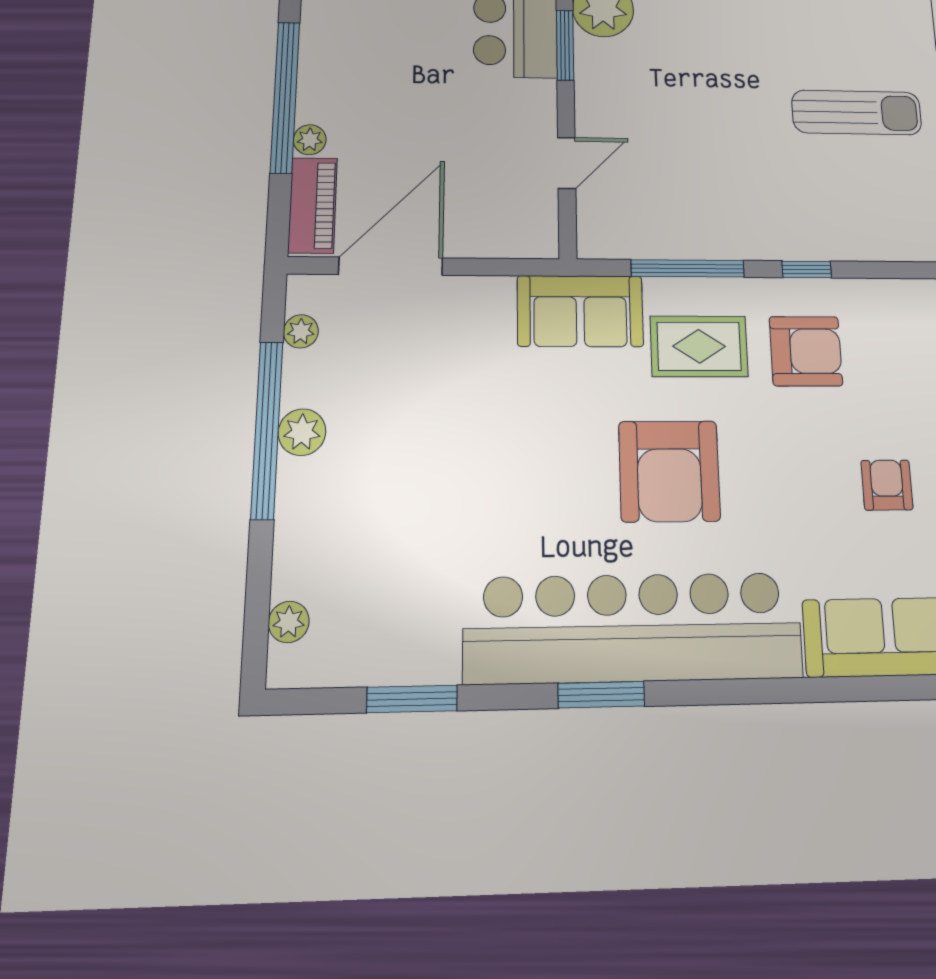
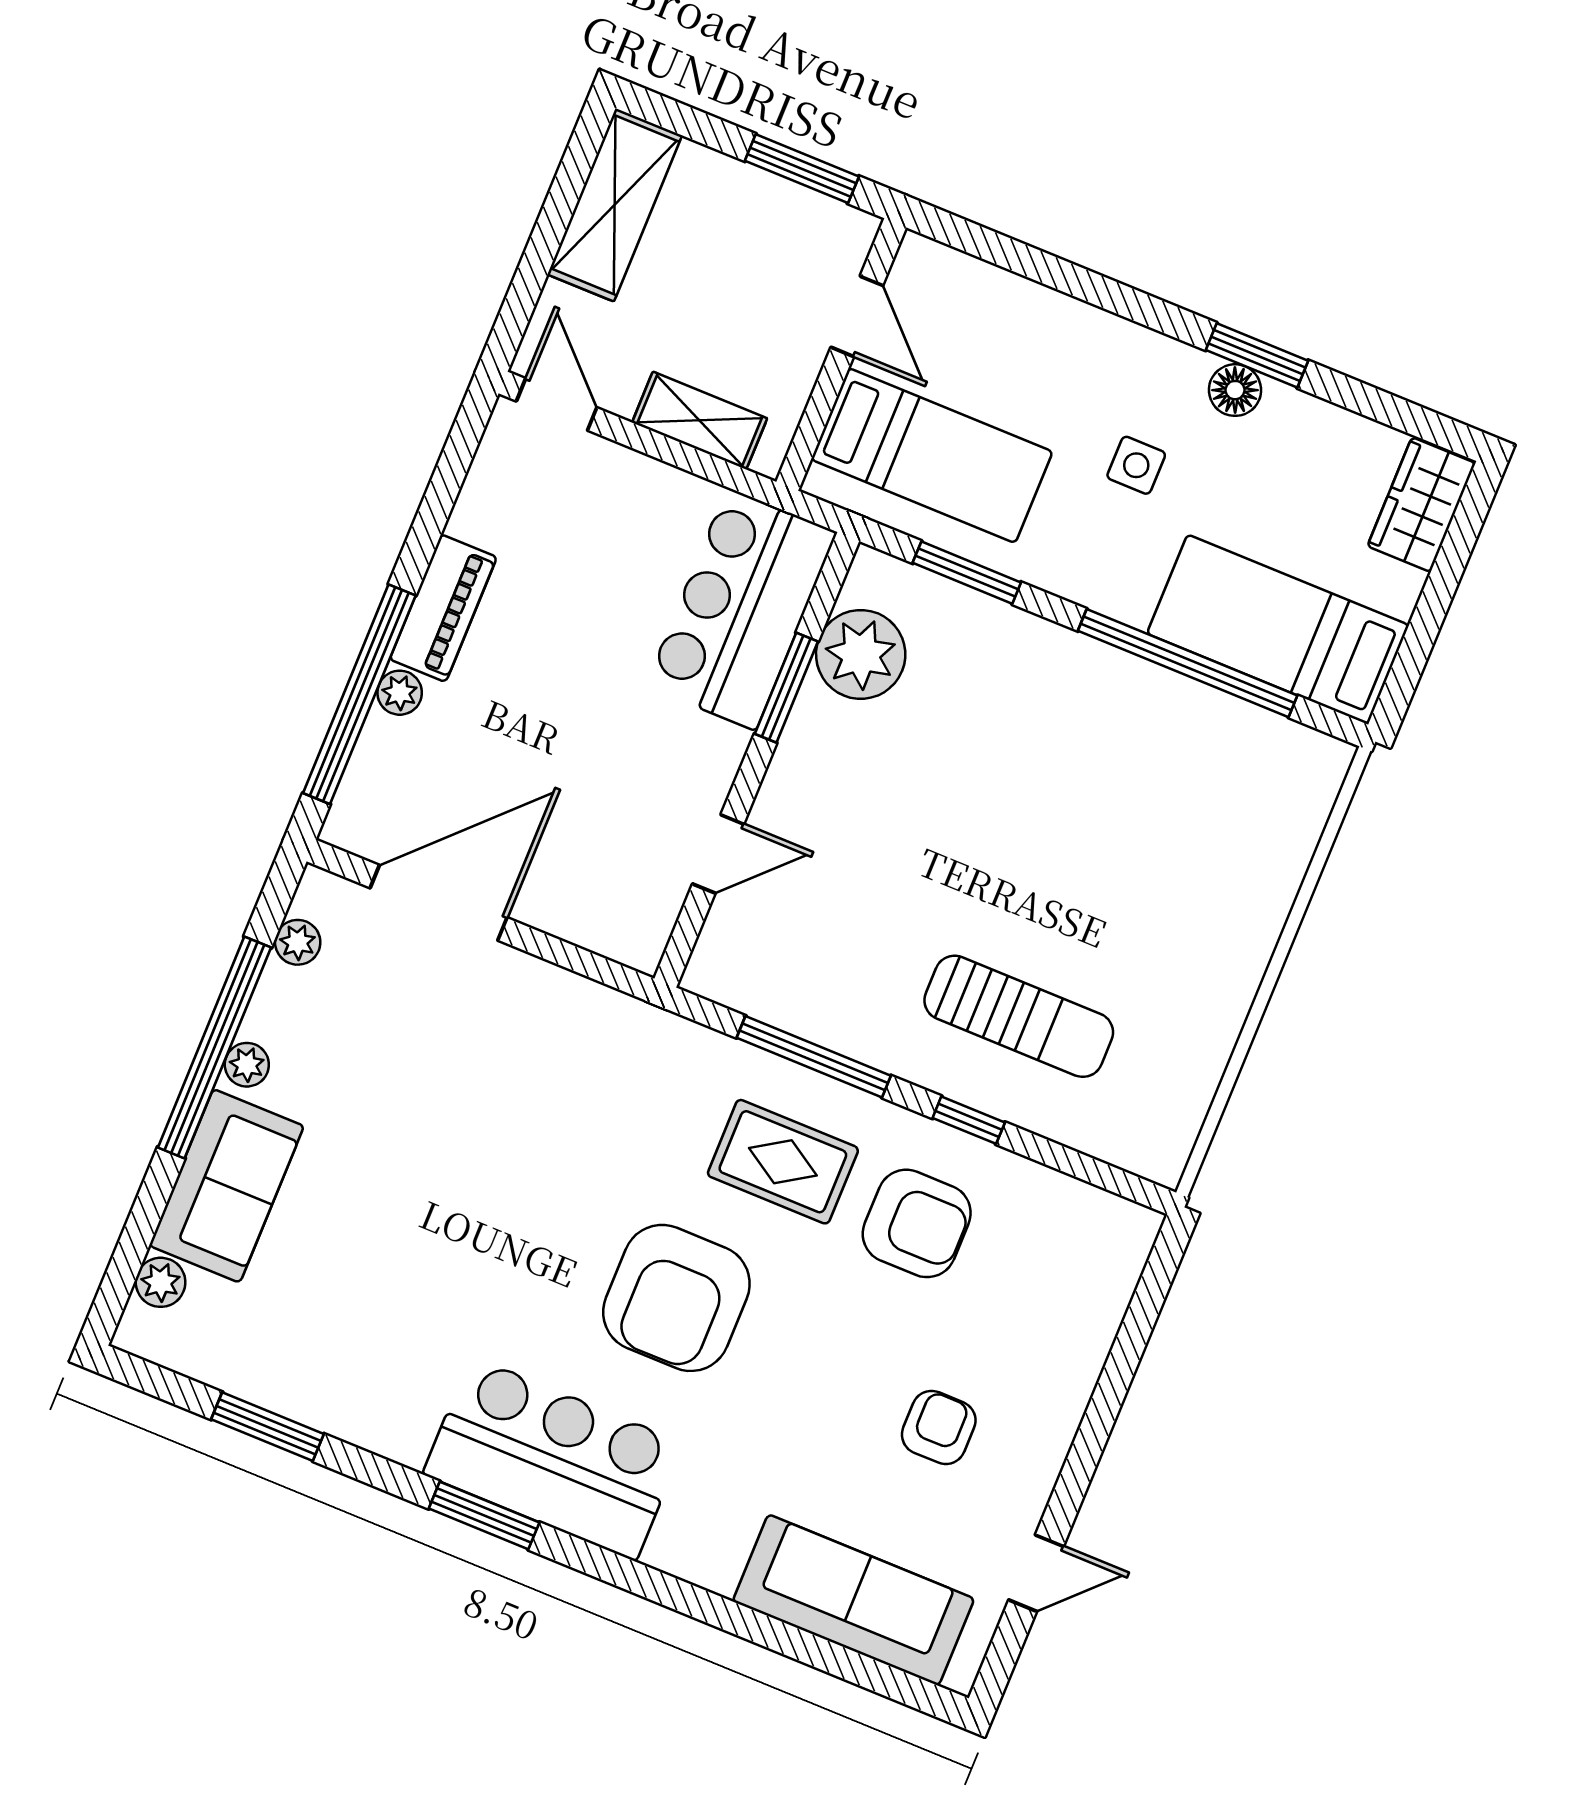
window: (285, 97) -> (359, 694), moved
sun lounger: (857, 112) -> (1019, 1016), moved
piano: (313, 205) -> (443, 608), moved
sofa: (580, 311) -> (227, 1186), moved, turned -90
plant: (302, 432) -> (247, 1065), width x0.73, depth x0.73
bar counter: (633, 628) -> (553, 1459), width x0.54

